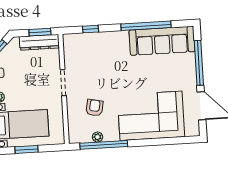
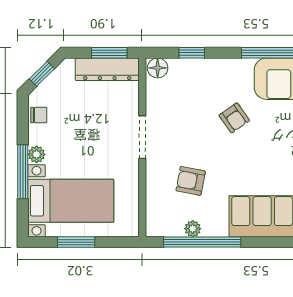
floor lamp: (70, 40) -> (158, 68), added
armchair: (119, 67) -> (234, 118), added
armchair: (94, 108) -> (191, 181), turned -90

